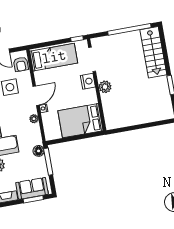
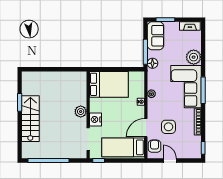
stairs: (153, 52) -> (30, 119), moved
door: (36, 96) -> (146, 128), moved
sofa: (32, 188) -> (156, 36), moved, turned -90

